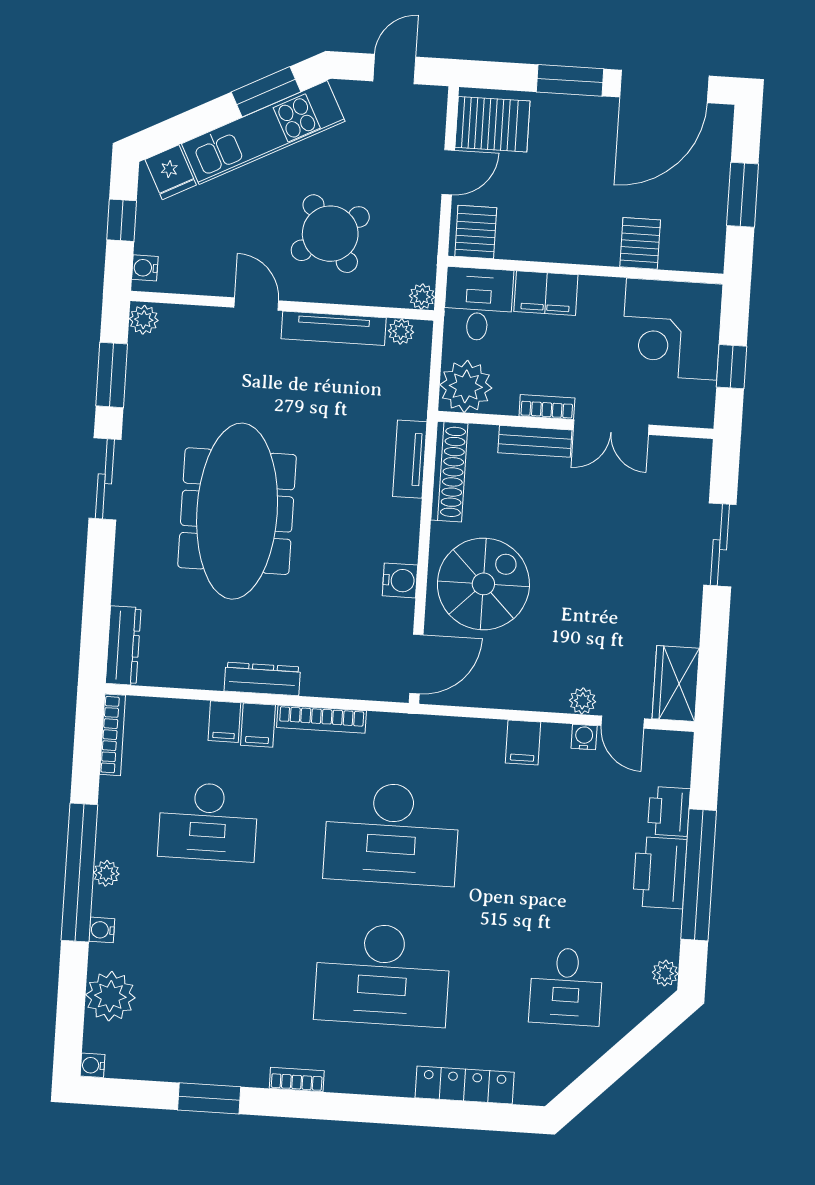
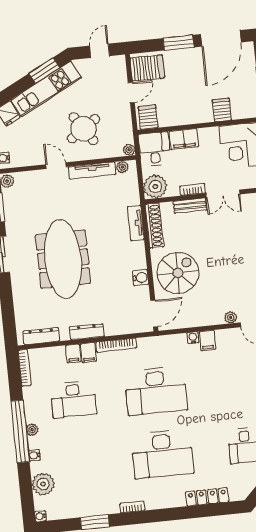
dresser: (123, 645) -> (41, 336), moved, turned -90
water cooler: (584, 737) -> (193, 338), moved

